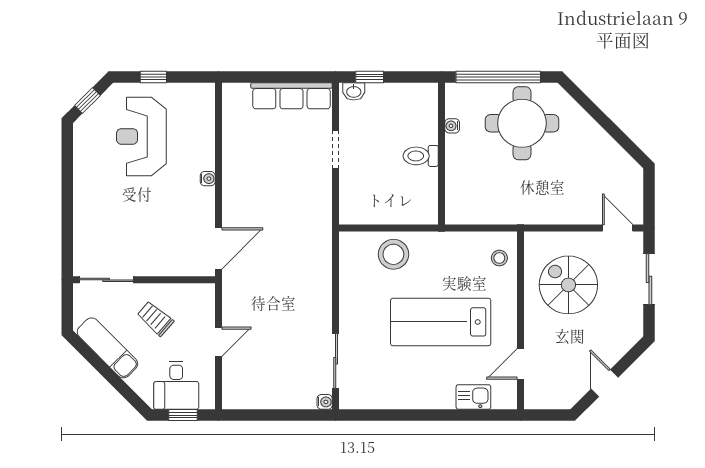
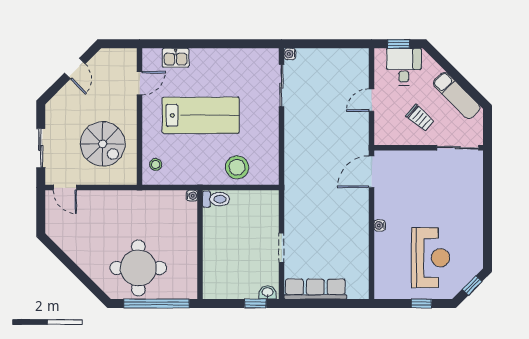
water cooler: (452, 126) -> (192, 196), moved
toilet: (421, 156) -> (216, 199), moved

